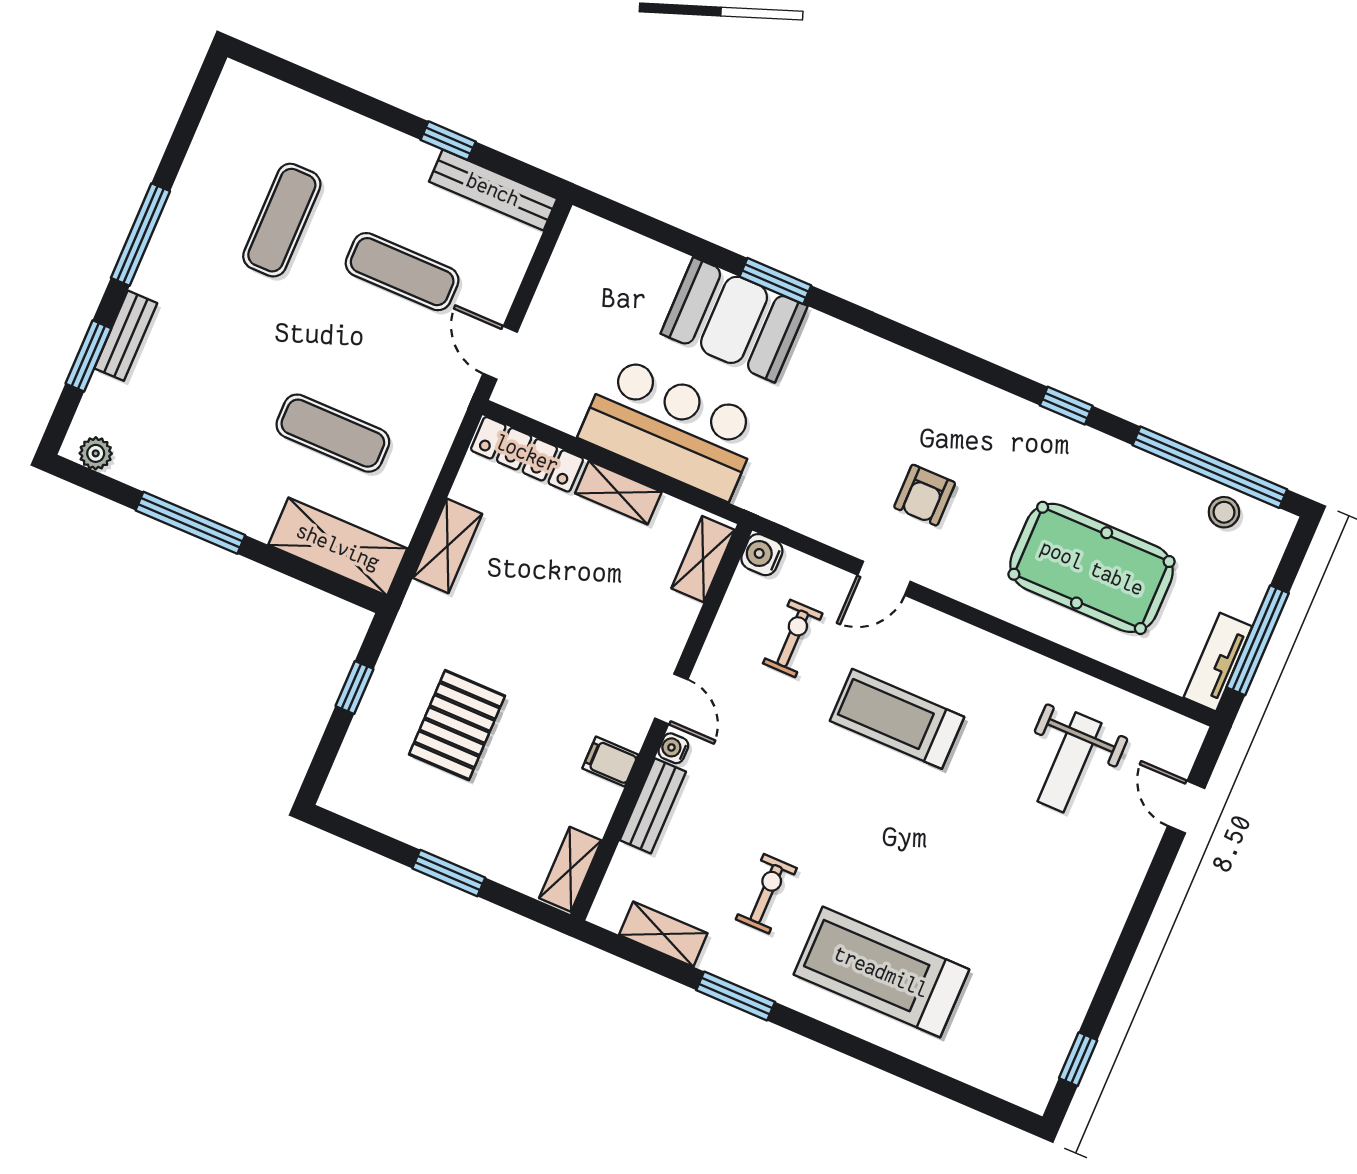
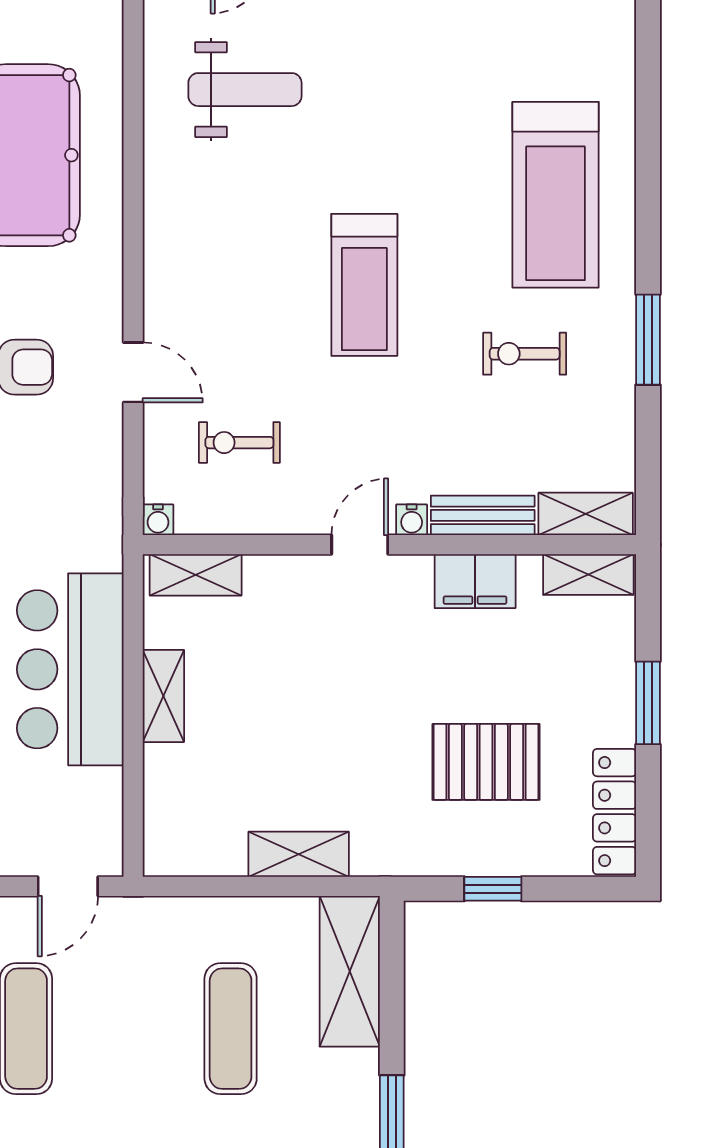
locker: (527, 454) -> (615, 812), moved, turned 180
water cooler: (762, 555) -> (158, 520), width x0.72, depth x0.72
treadmill: (897, 719) -> (364, 285), moved
filing cabinet: (610, 762) -> (475, 581), width x2.00
shelving: (663, 934) -> (586, 514), moved, turned 90

